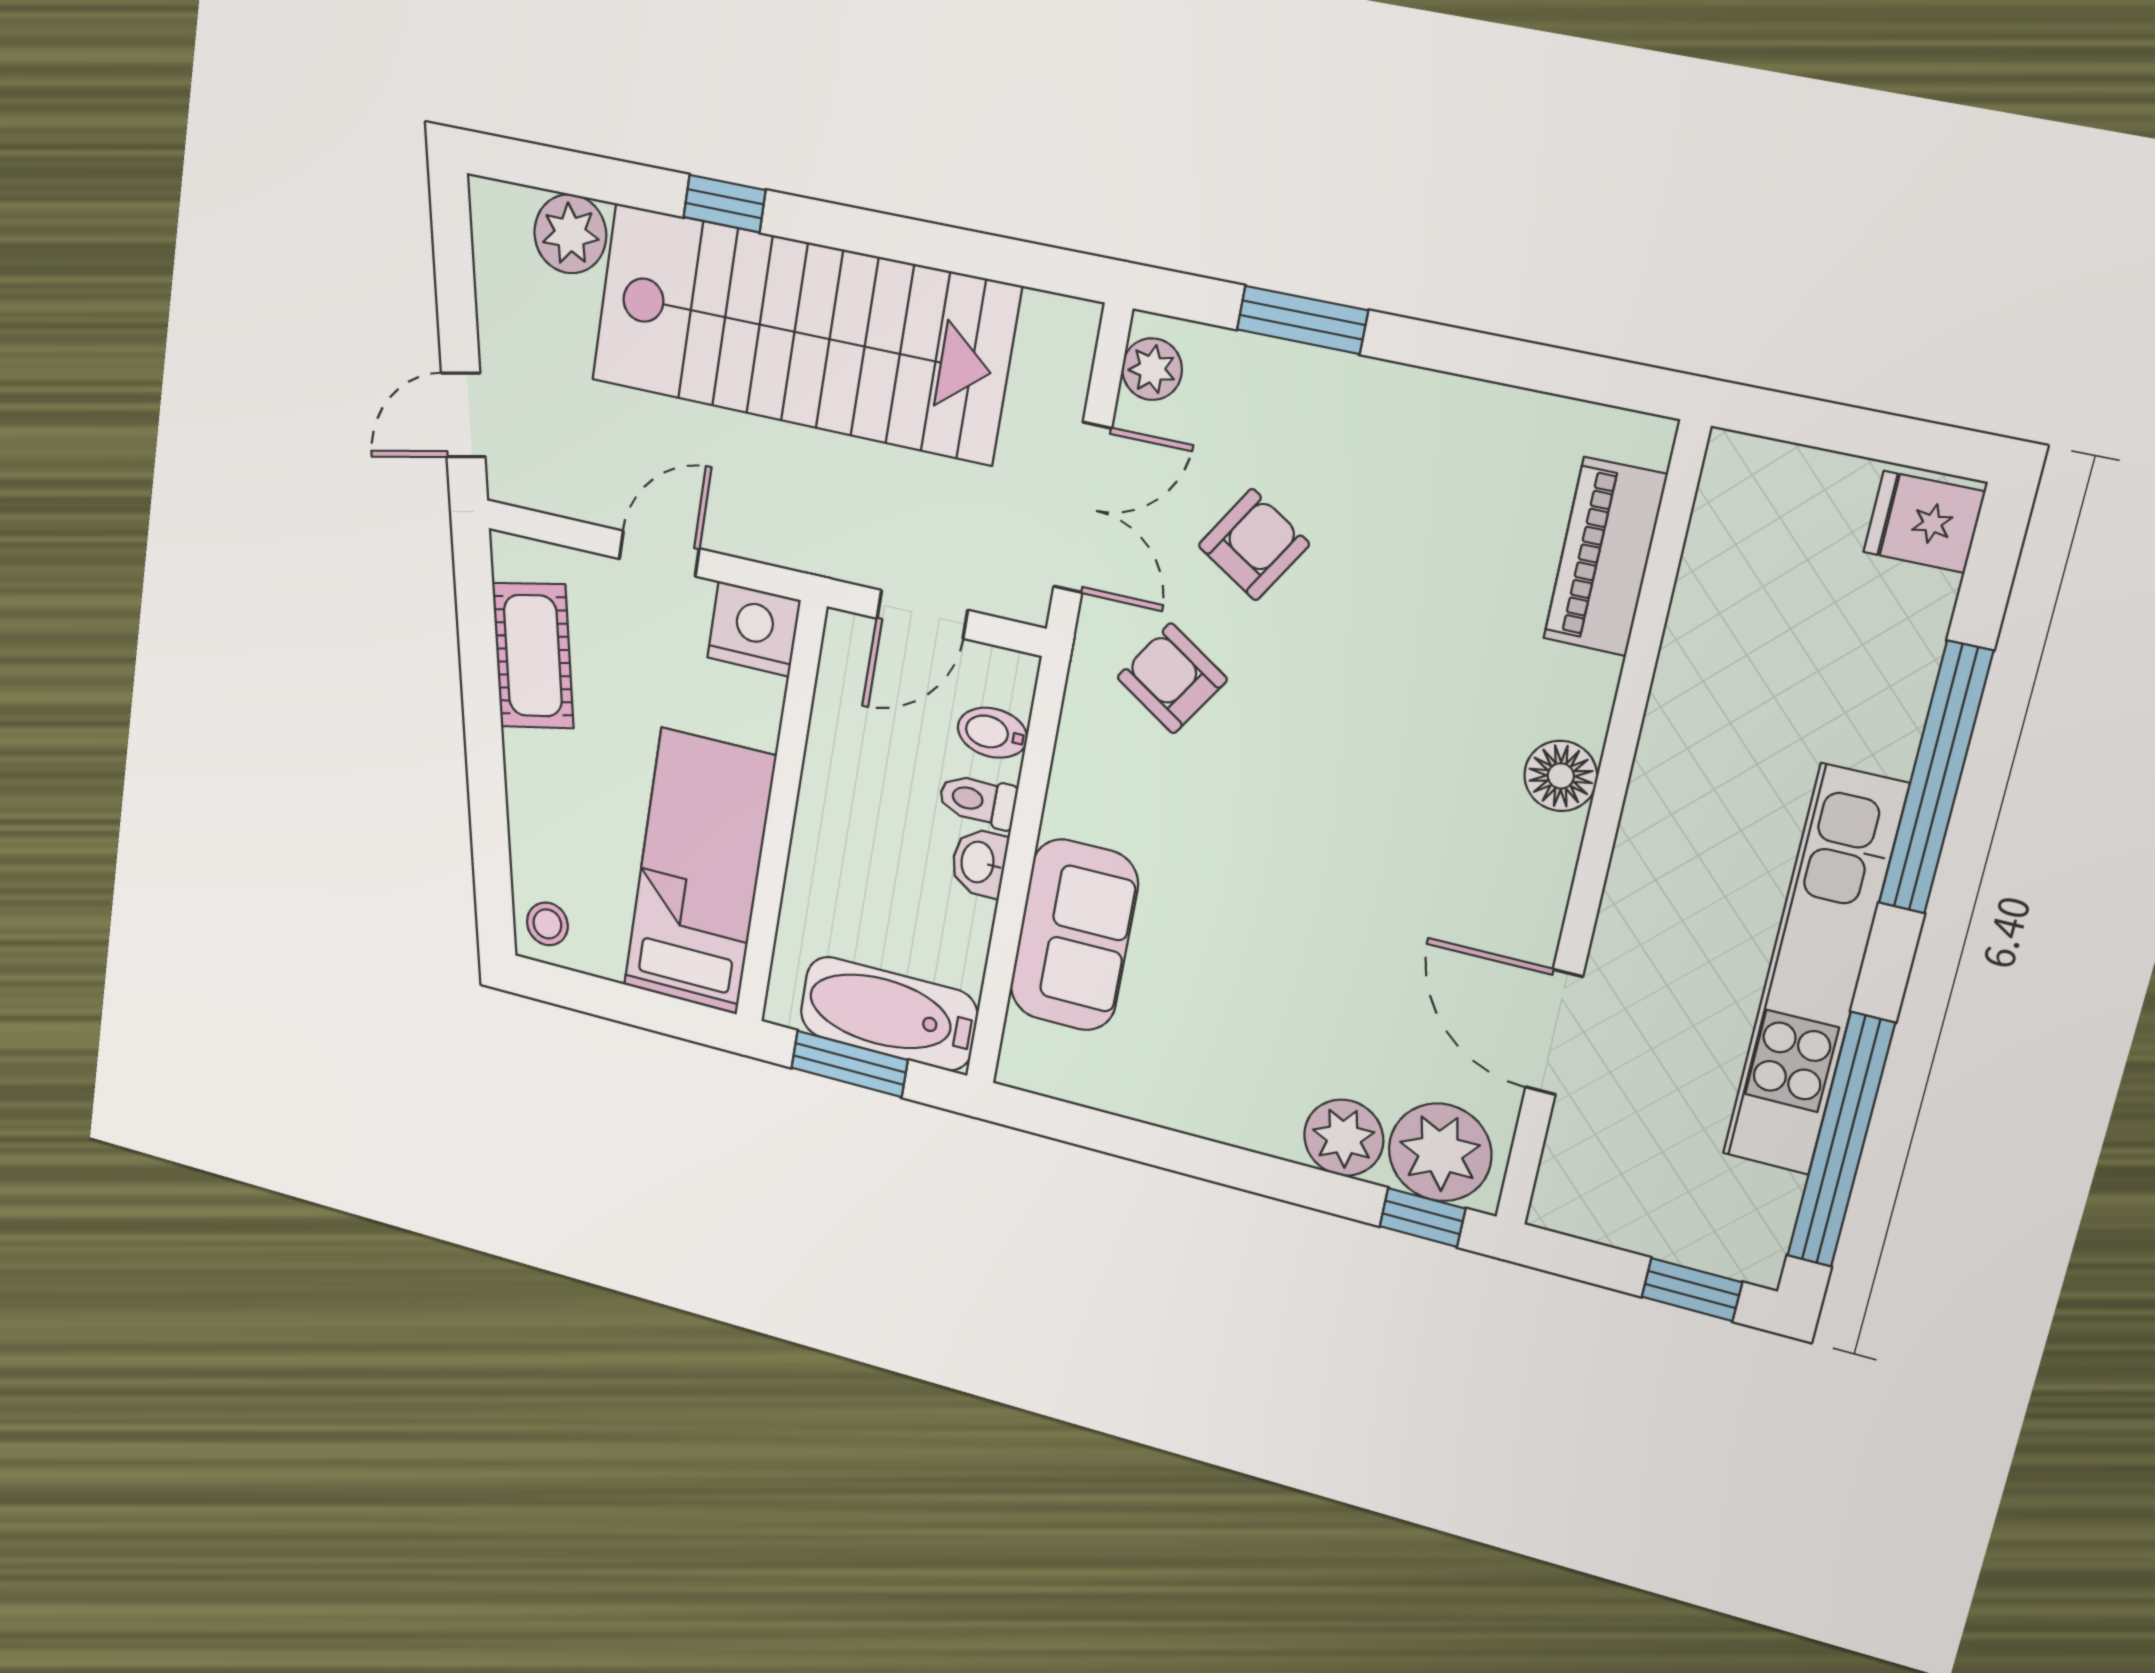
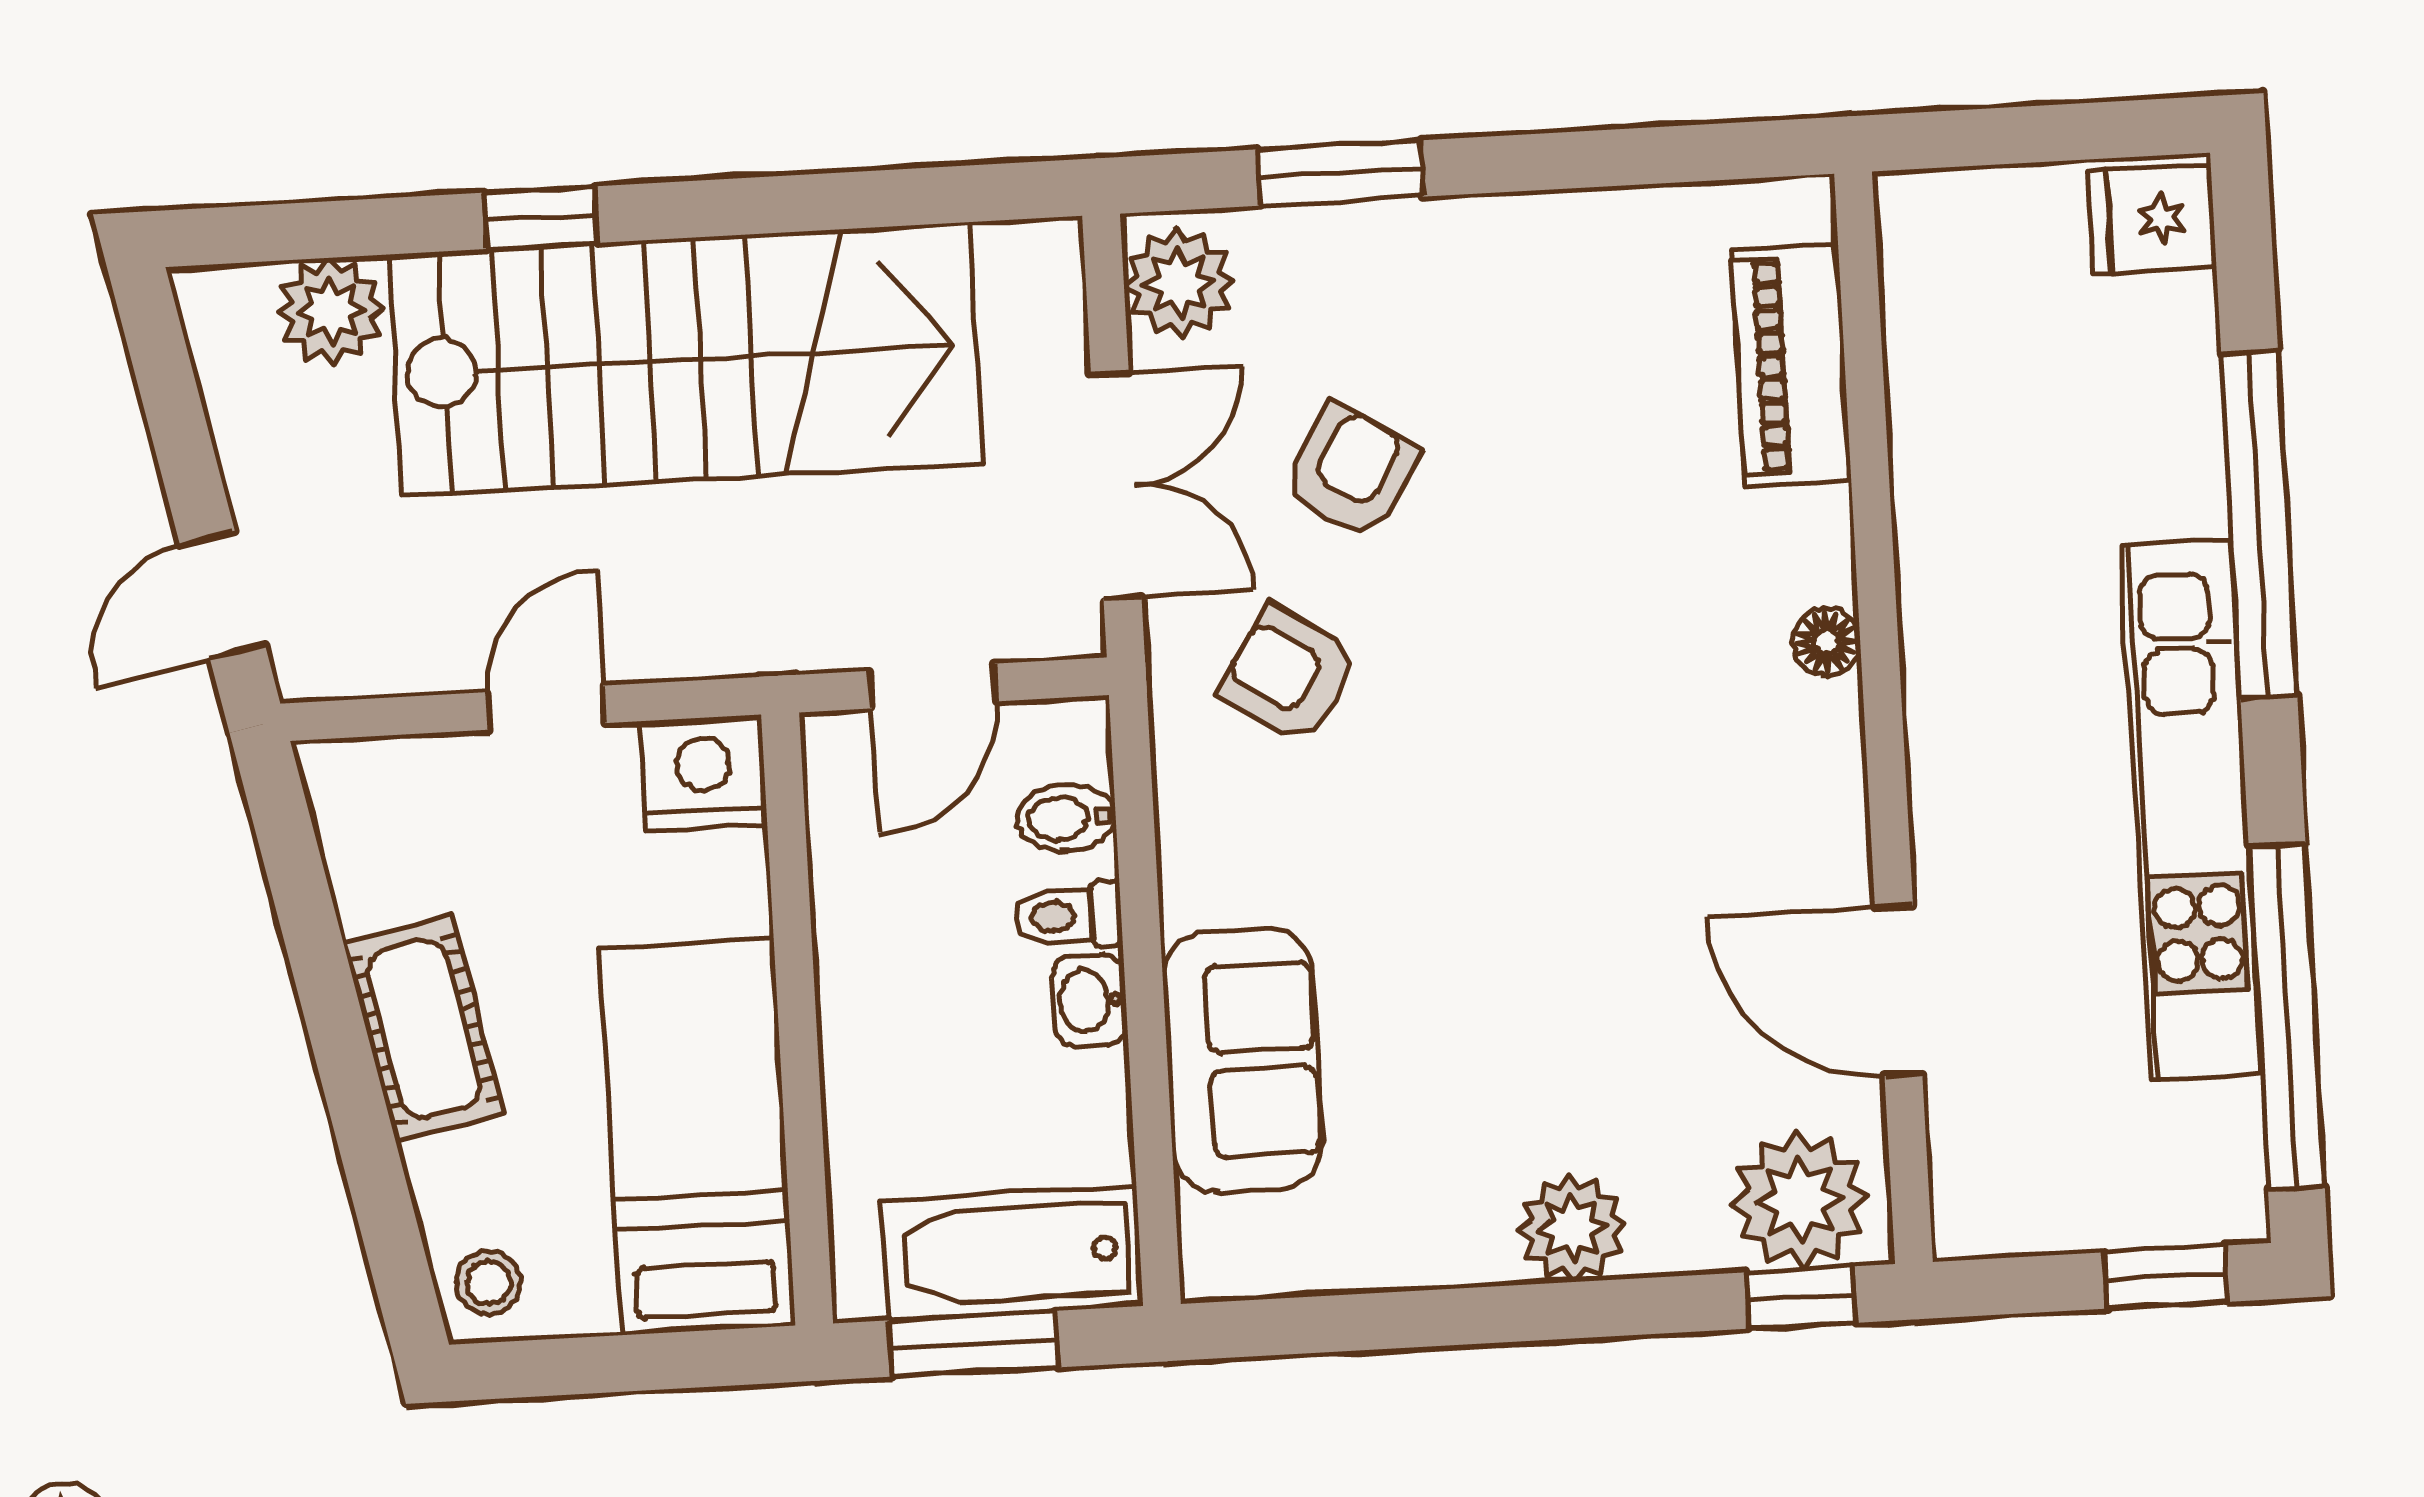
plant: (1152, 369) -> (1179, 283), width x1.38, depth x1.38
cot: (533, 656) -> (424, 1029), moved
floor lamp: (1561, 776) -> (1826, 642), width x0.73, depth x0.73
plant: (1344, 1138) -> (1572, 1228), moved

